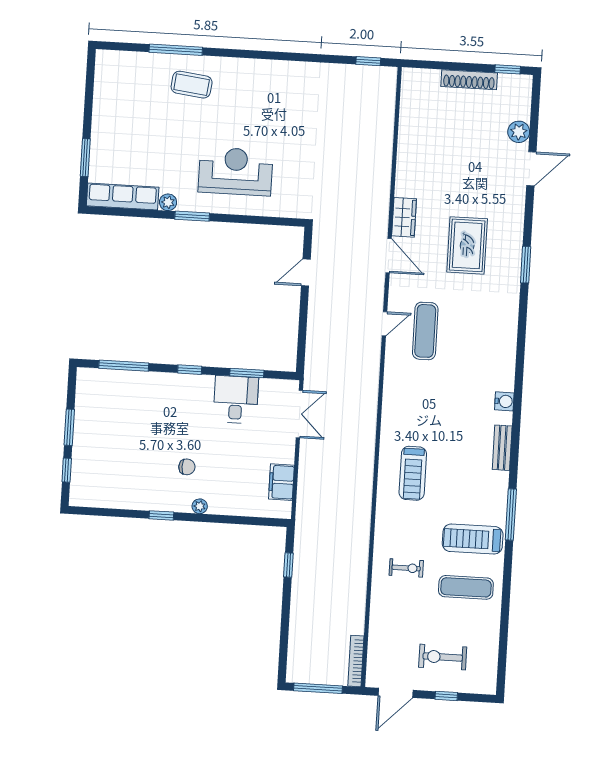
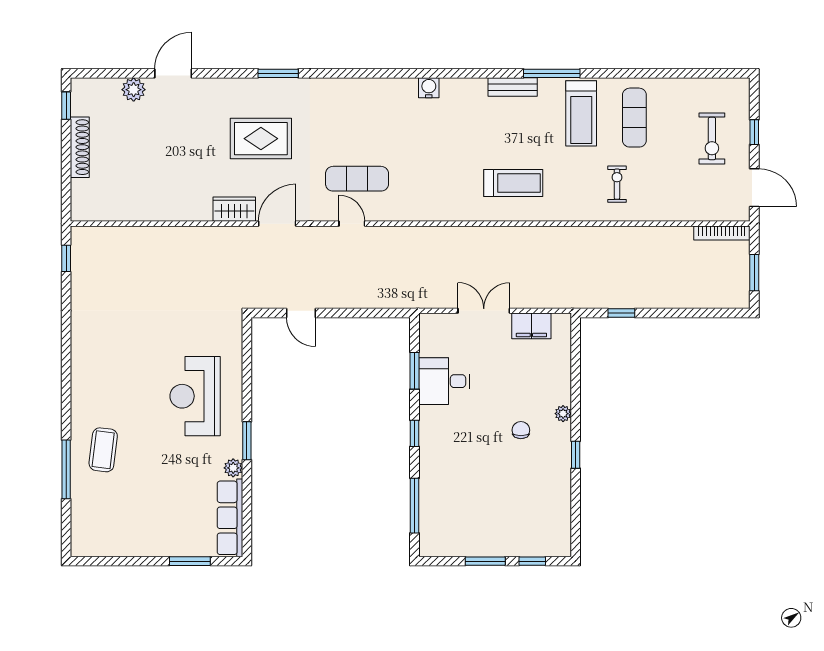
door: (531, 169) -> (173, 73), hinge flipped
double door: (299, 414) -> (484, 311), moved
bench: (502, 448) -> (513, 87), moved
window: (318, 688) -> (754, 273), width x0.69

